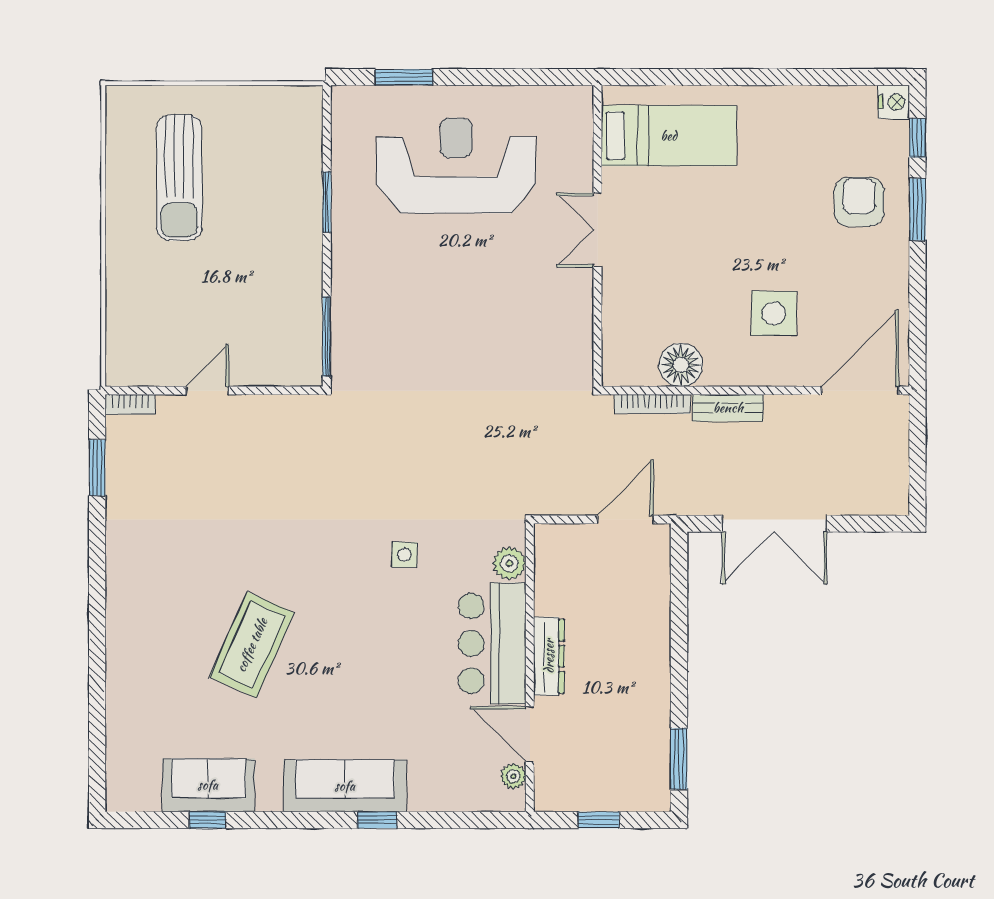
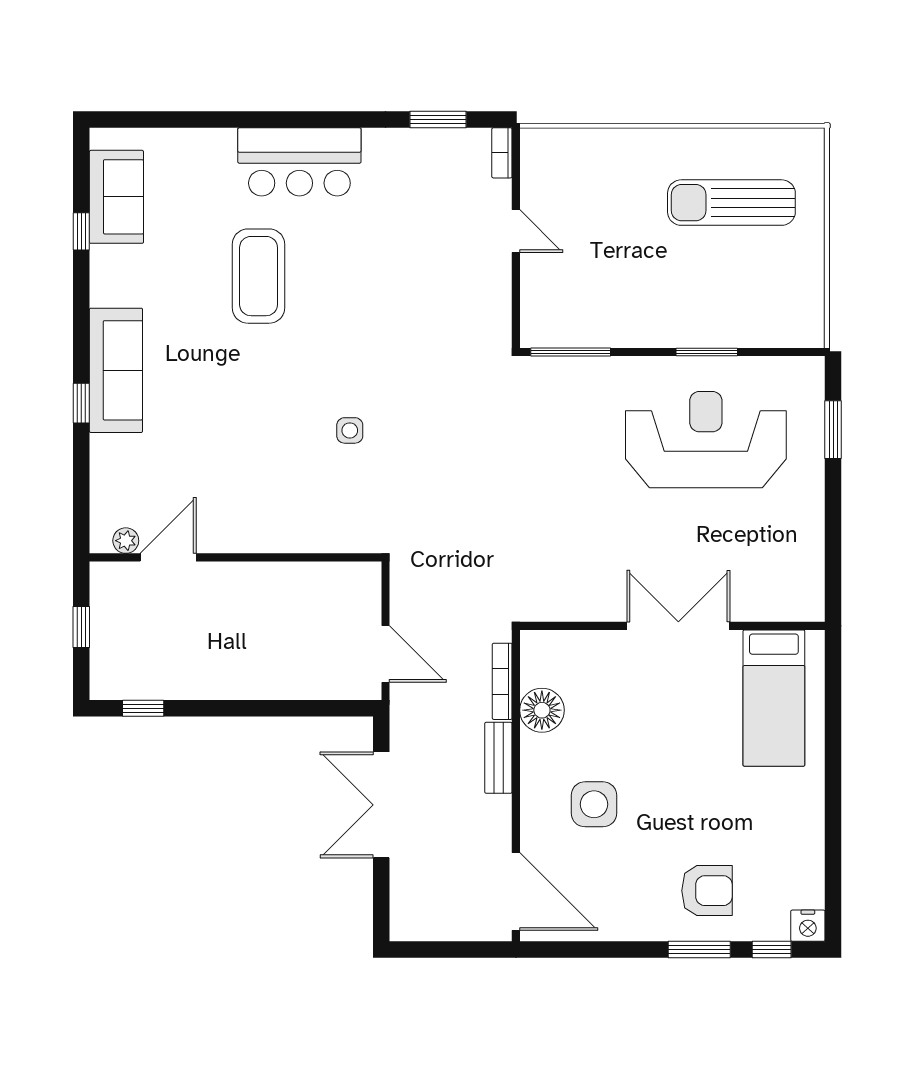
reception desk: (456, 165) -> (706, 440), moved, turned -90
double door: (597, 230) -> (678, 626), width x1.37
plant: (509, 563) -> (341, 537), removed
bar counter: (492, 643) -> (299, 162), moved, turned 180
coffee table: (252, 645) -> (259, 276), turned 66
dresser: (549, 656) -> (247, 577), removed
window: (679, 759) -> (143, 708), width x0.67
sofa: (208, 785) -> (116, 197), moved

